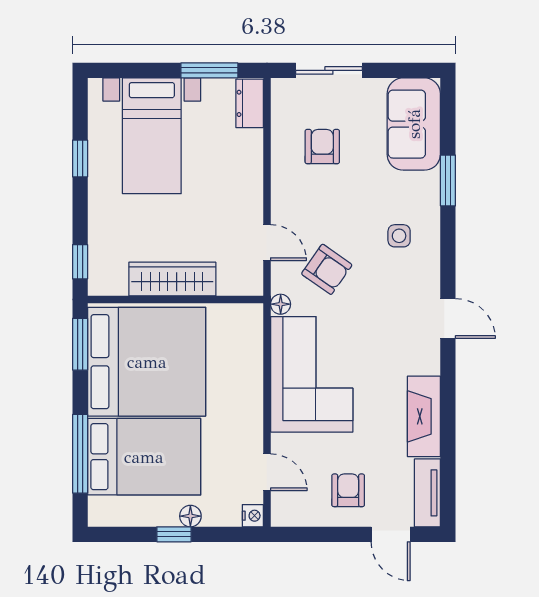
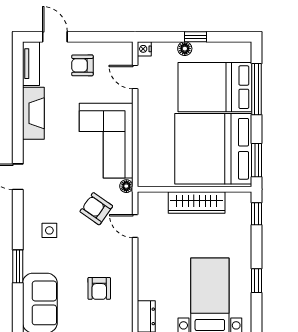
armchair: (348, 490) -> (82, 65), turned 90

